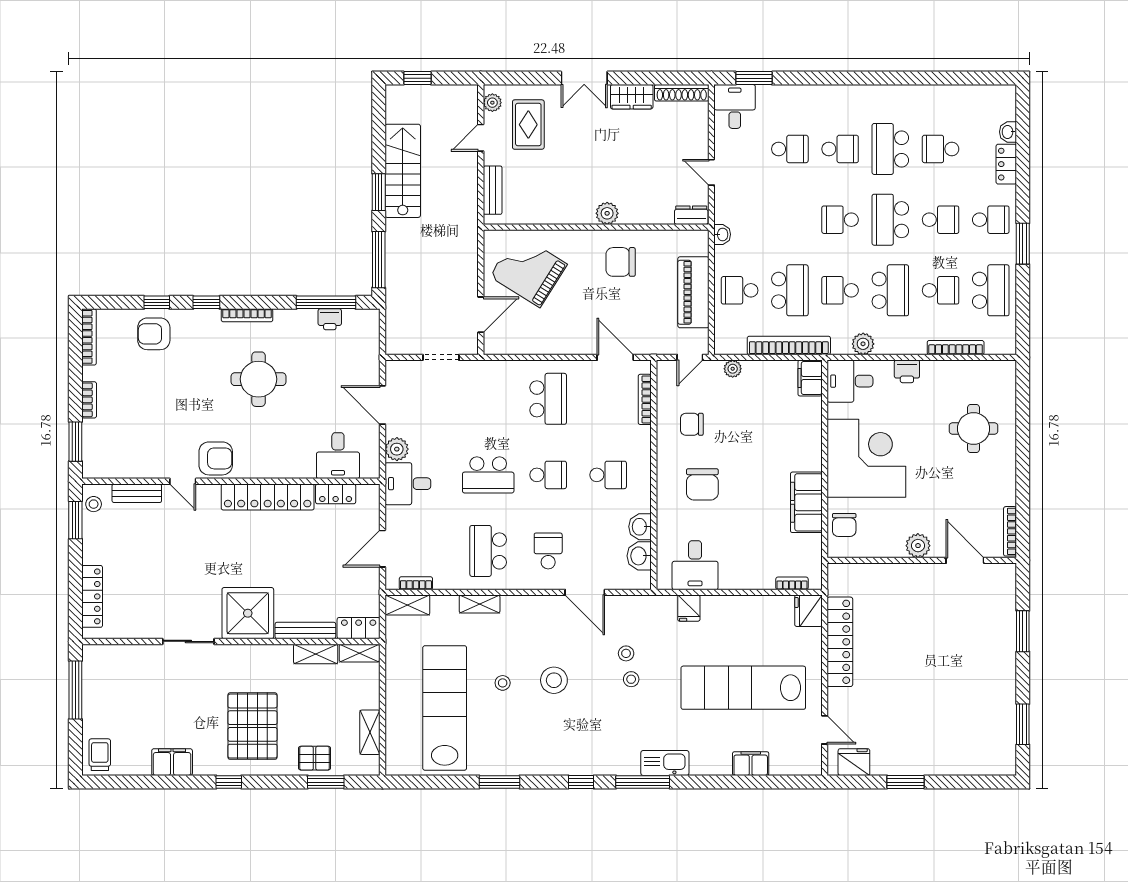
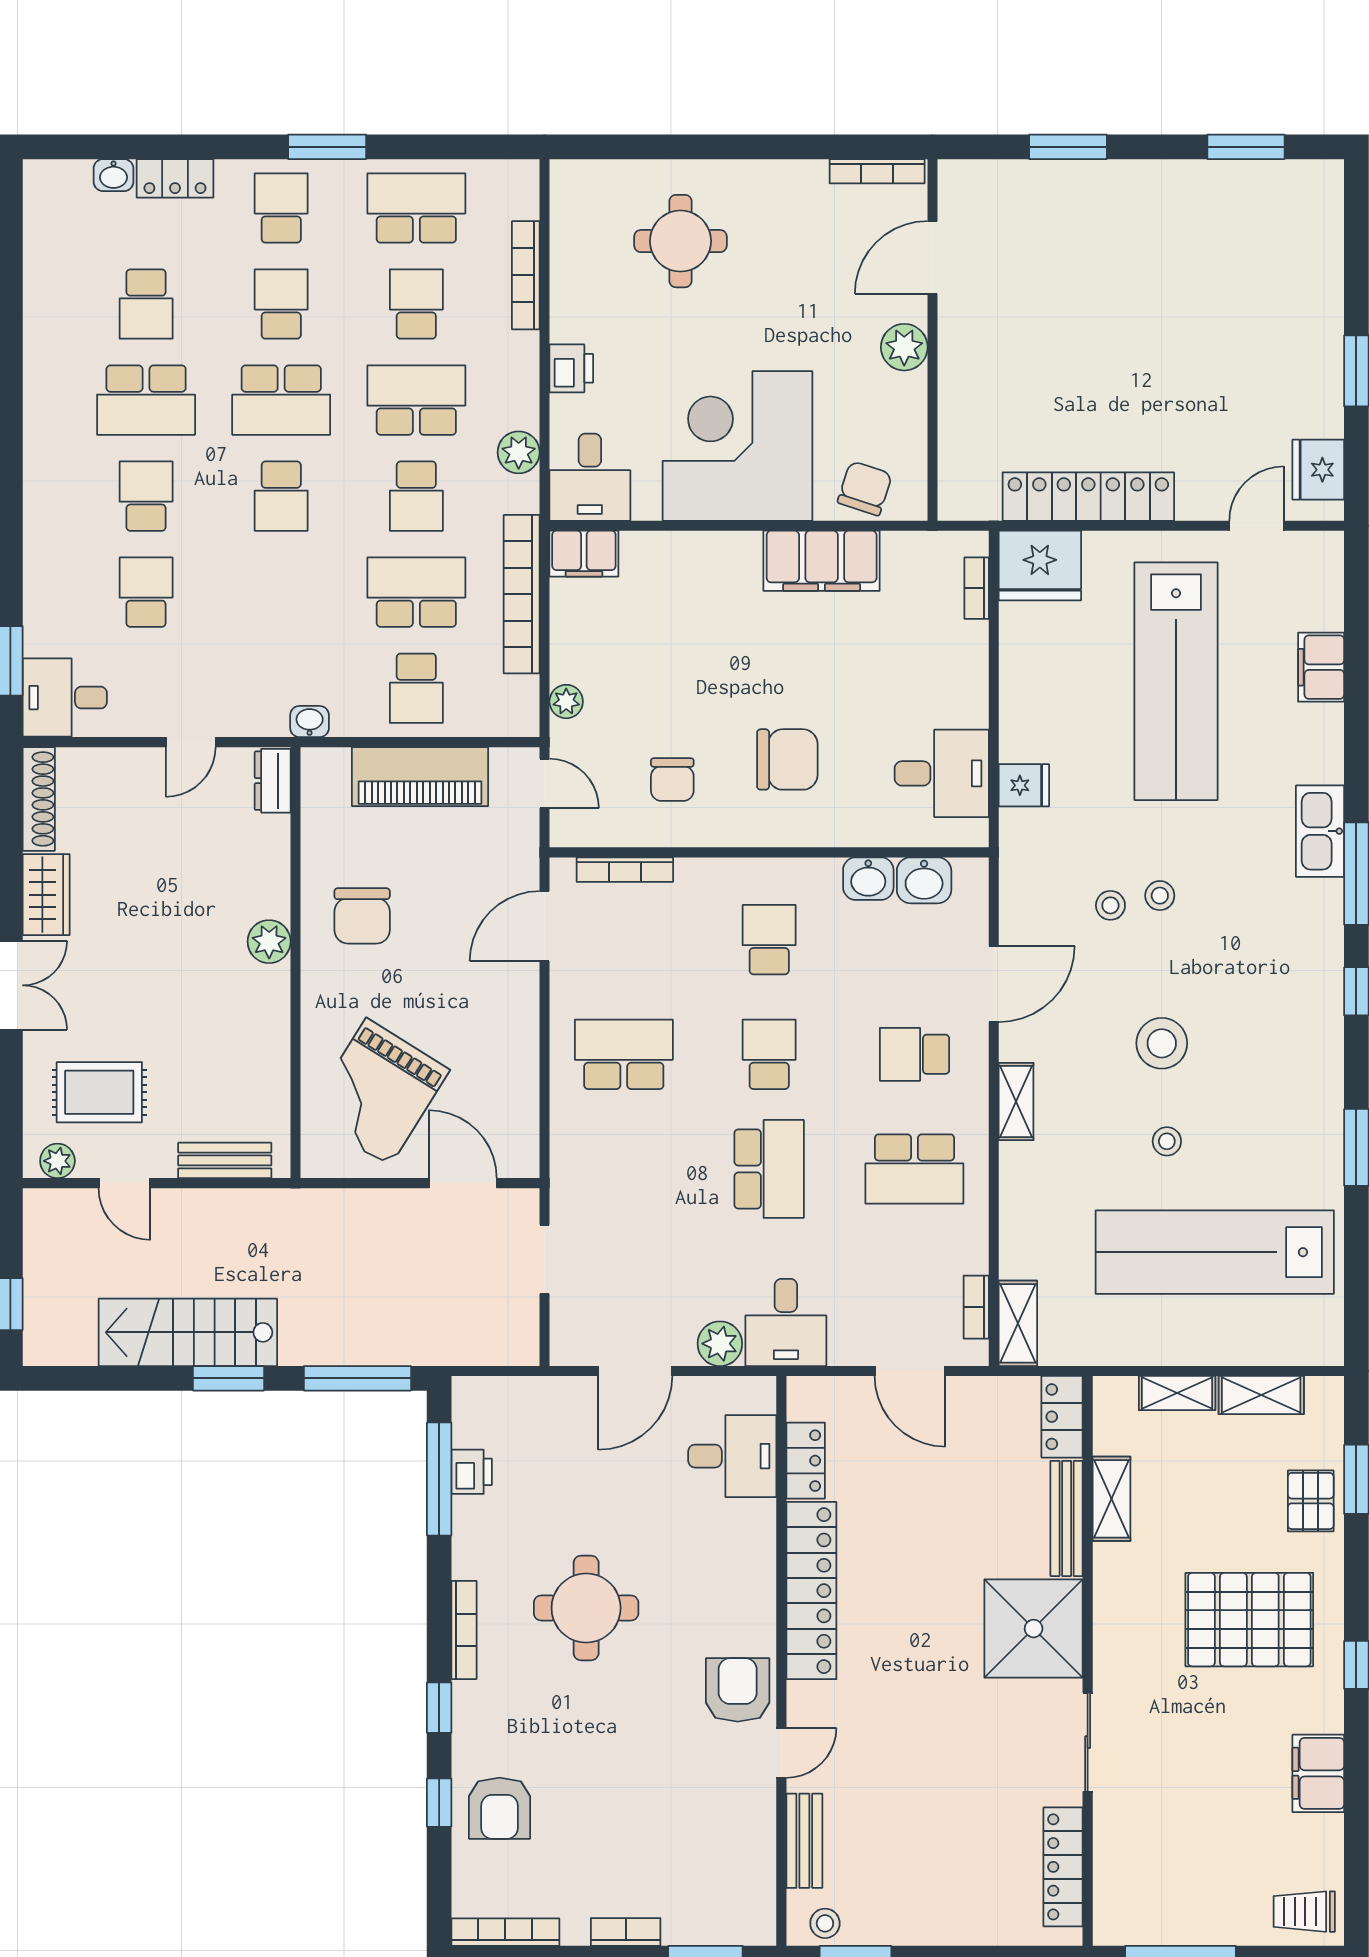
chair: (844, 525) -> (865, 488), turned -72
locker: (92, 596) -> (1063, 1867), moved, turned -90
shelving: (480, 604) -> (1016, 1101), moved
fridge: (808, 611) -> (1040, 565), width x1.36, depth x1.34
shelving: (359, 653) -> (1177, 1393), moved, turned 90

